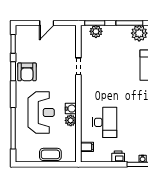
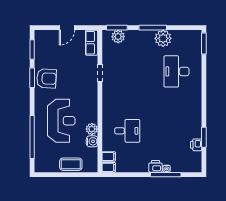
row of seats: (70, 37) -> (92, 43), added
armchair: (27, 72) -> (46, 78), turned -87
water cooler: (71, 109) -> (92, 141), moved
desk: (105, 122) -> (127, 131), width x0.73
printer: (118, 156) -> (155, 166), moved
filing cabinet: (87, 157) -> (109, 167), added

